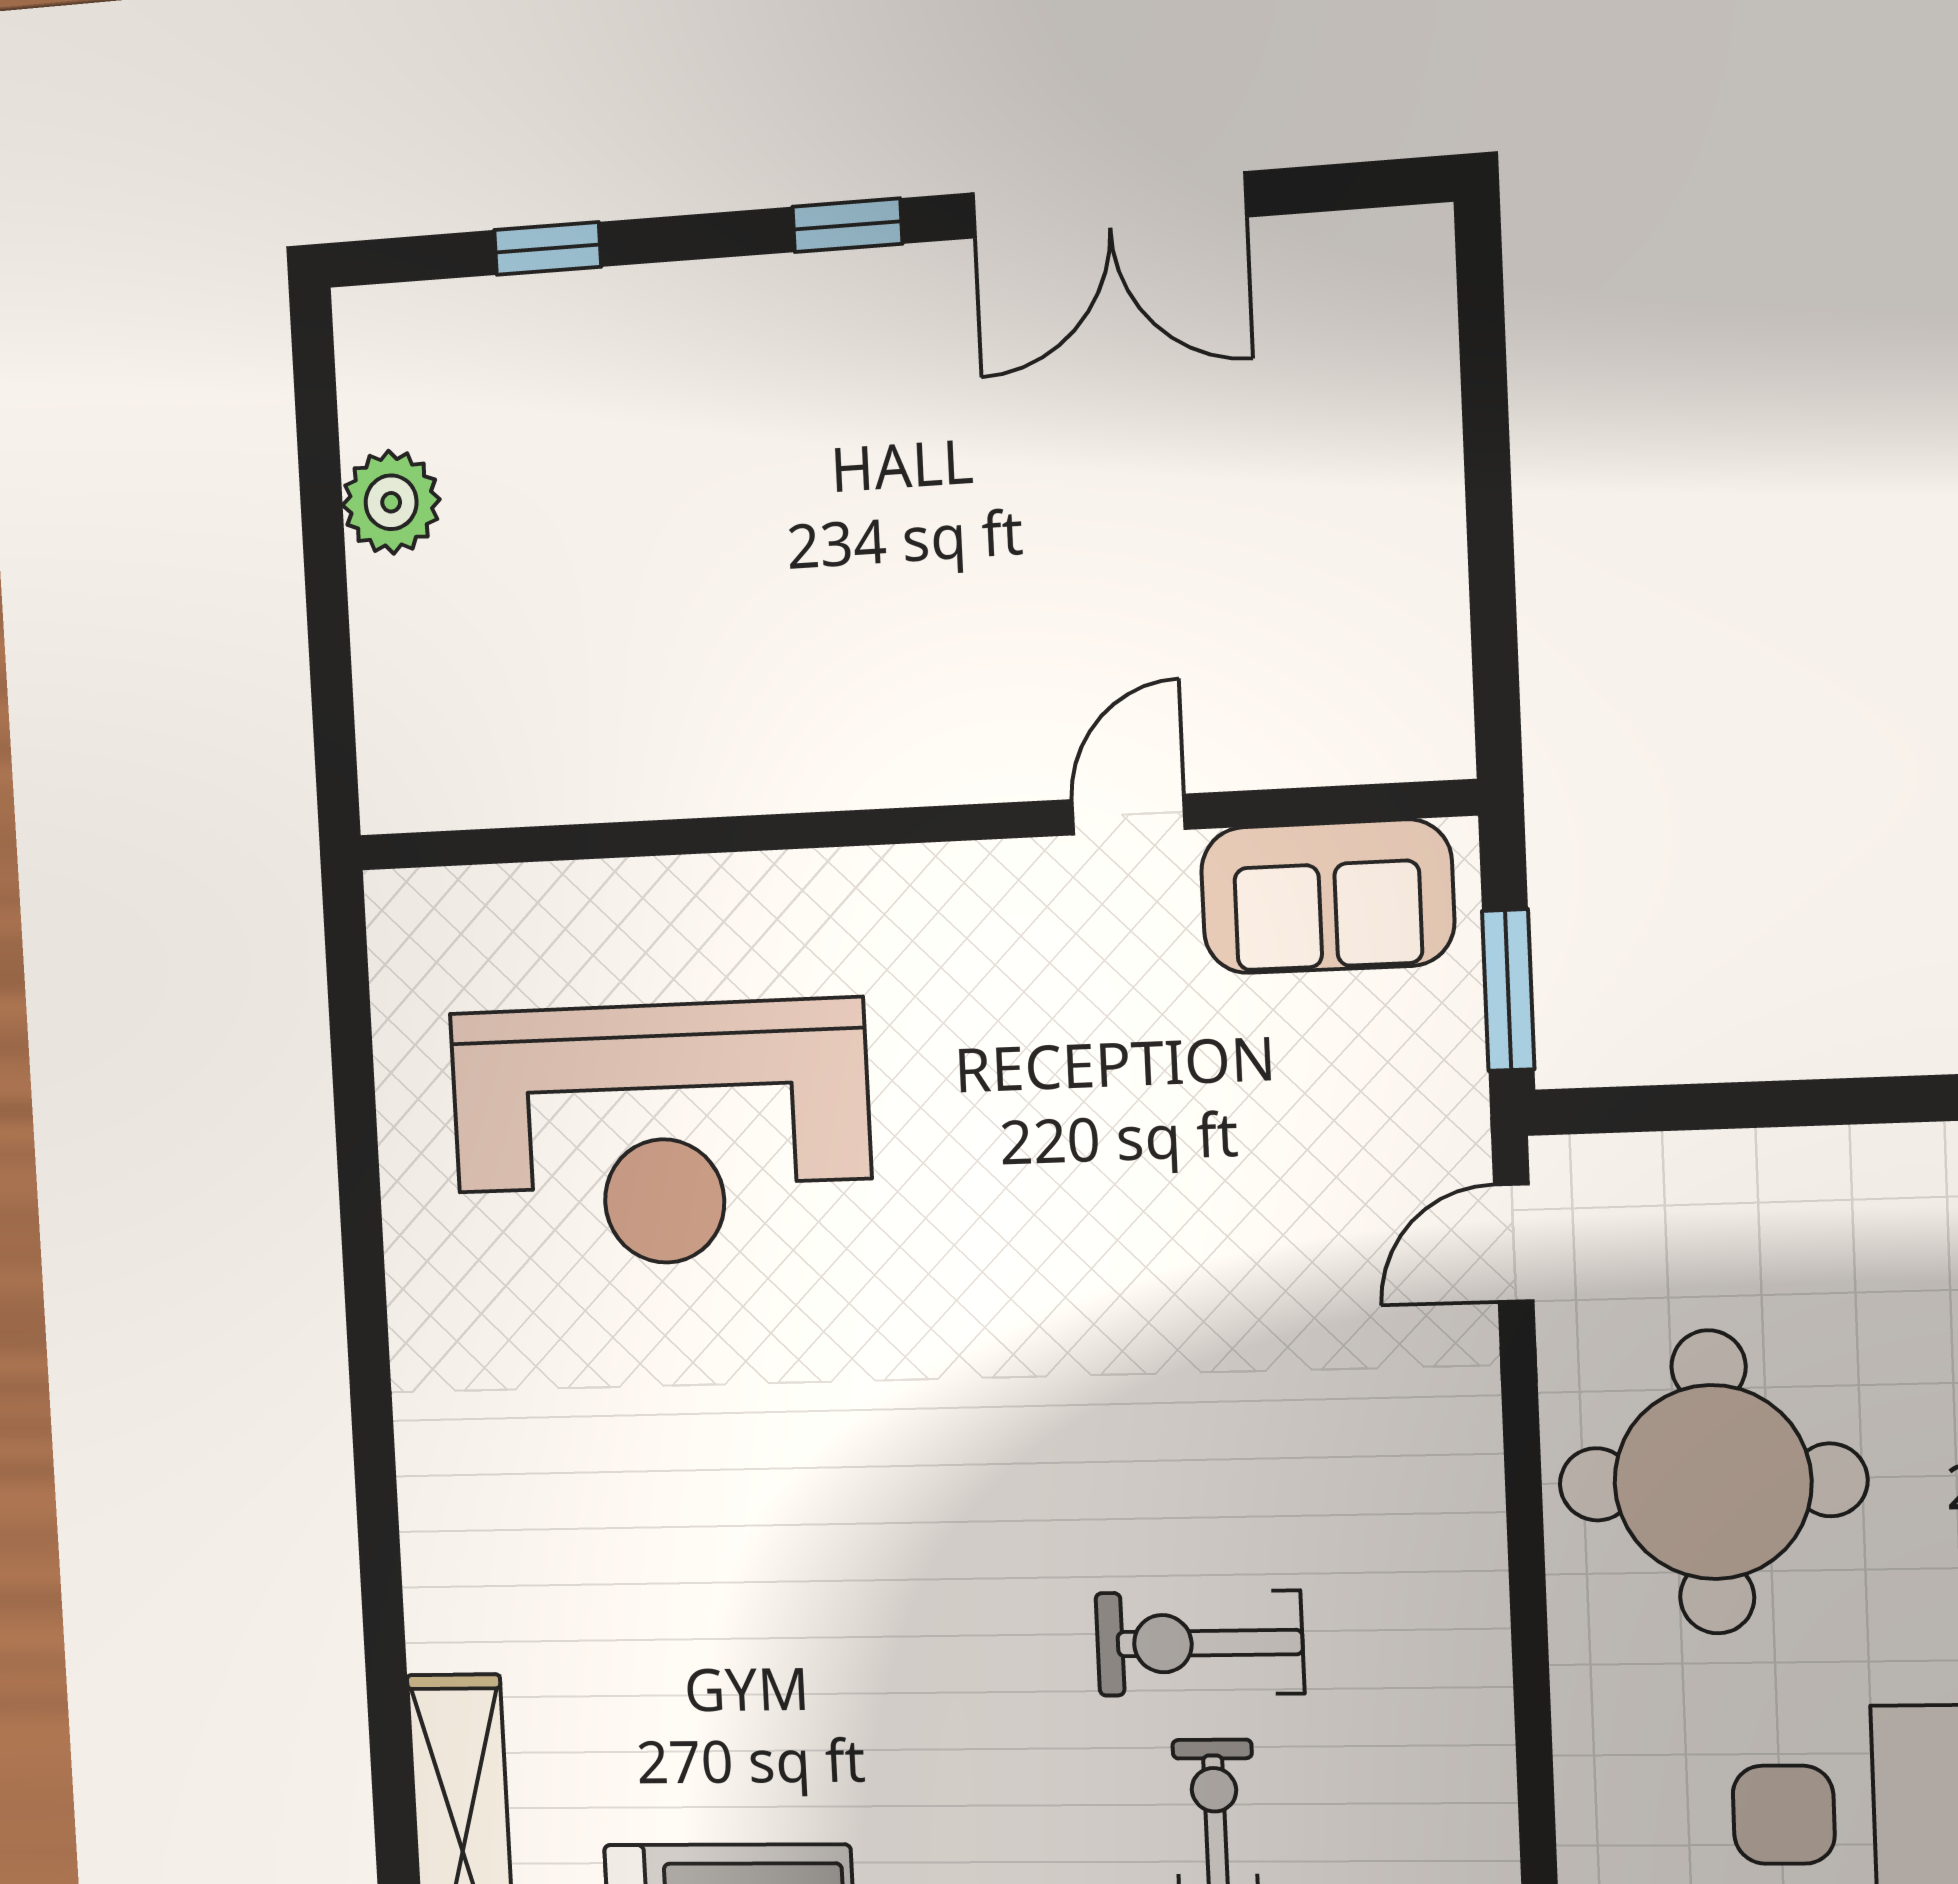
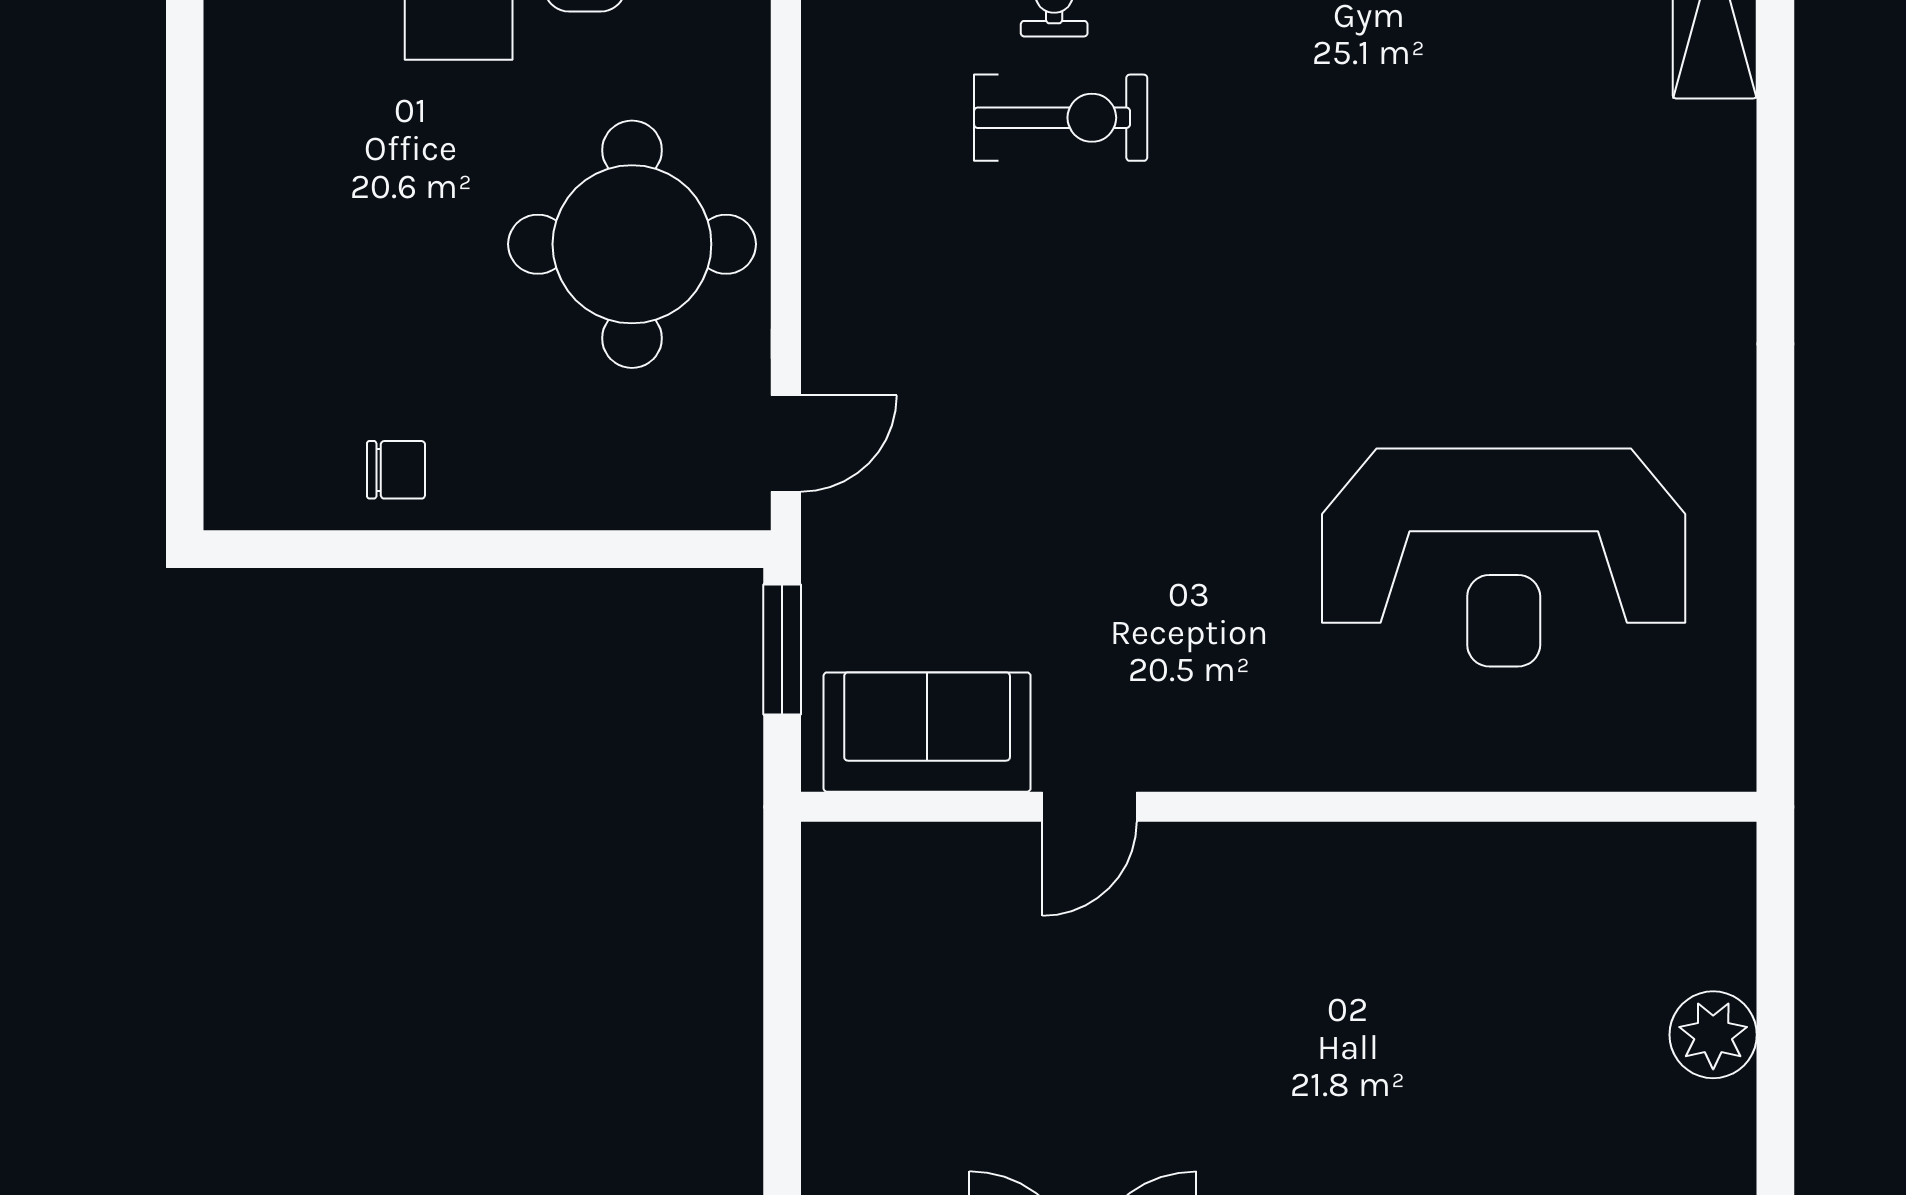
plant: (391, 502) -> (1713, 1035), moved
reception desk: (661, 1134) -> (1504, 557), turned 180

